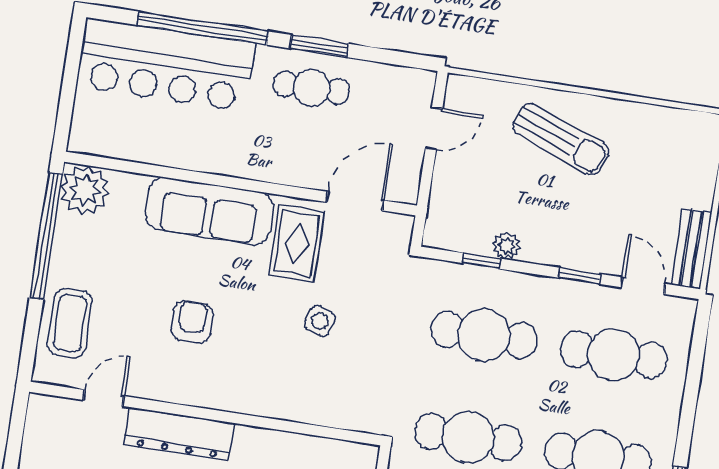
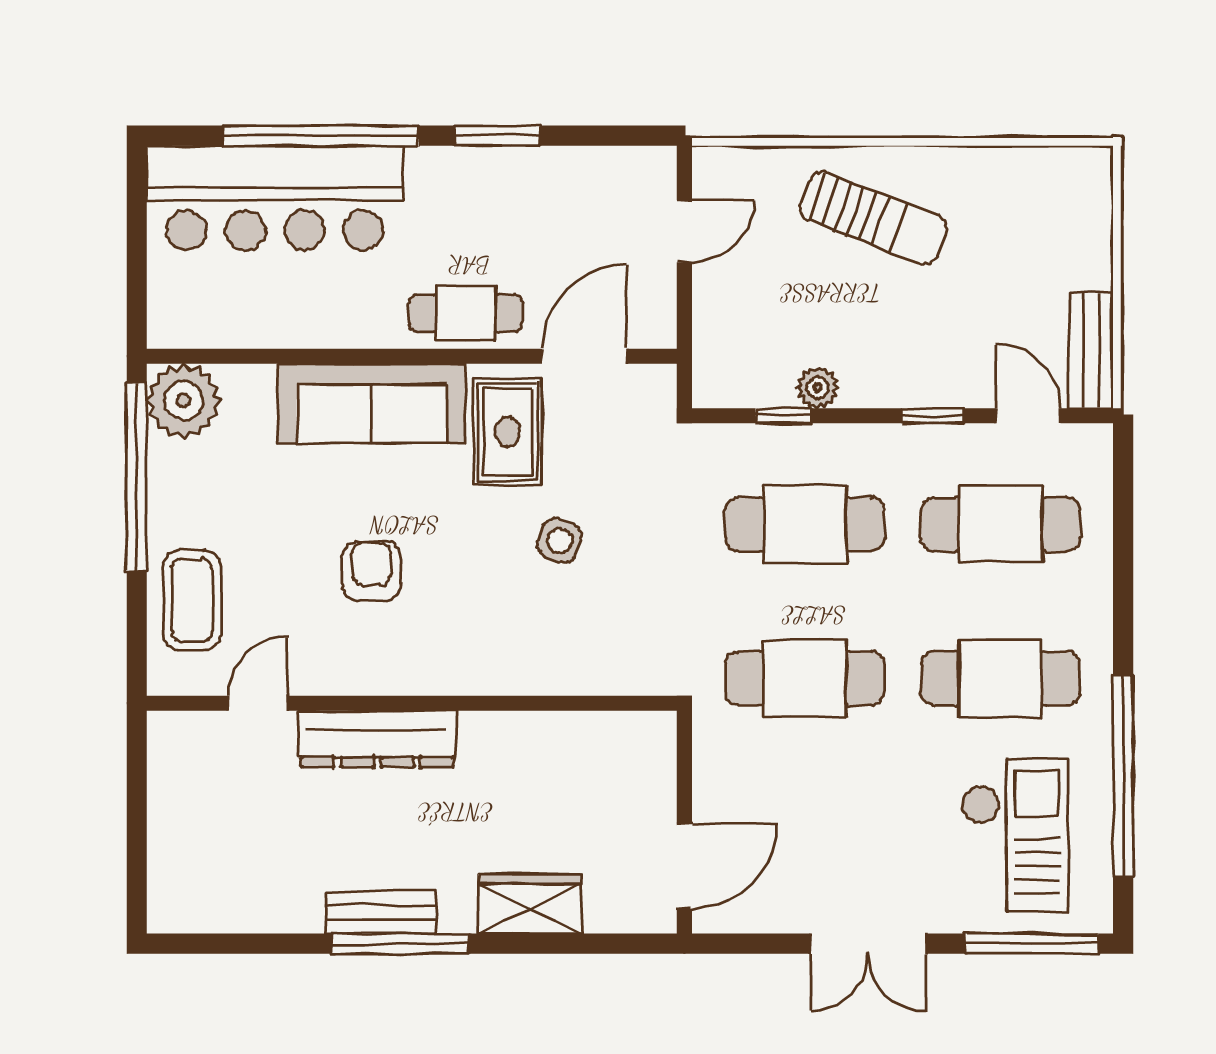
cafe table: (311, 88) -> (466, 313), moved

